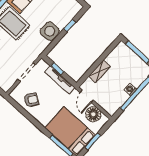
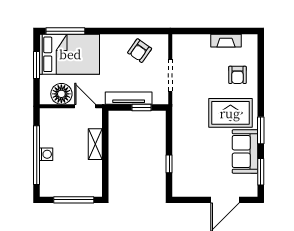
side table: (50, 31) -> (185, 139), removed

